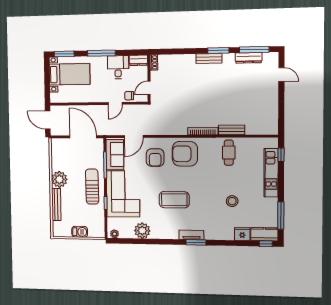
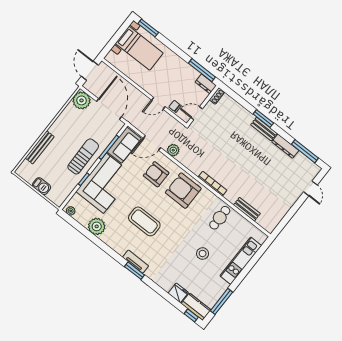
window: (218, 50) -> (263, 119), moved
window: (101, 53) -> (202, 70), moved
dresser: (249, 58) -> (285, 146), moved
desk: (118, 67) -> (185, 76), removed
plant: (154, 129) -> (173, 150), added
bench: (232, 130) -> (247, 209), moved
window: (281, 155) -> (260, 252), removed
armchair: (155, 158) -> (156, 174), turned 90
plant: (59, 179) -> (81, 100), moved
stool: (232, 201) -> (203, 254), moved

